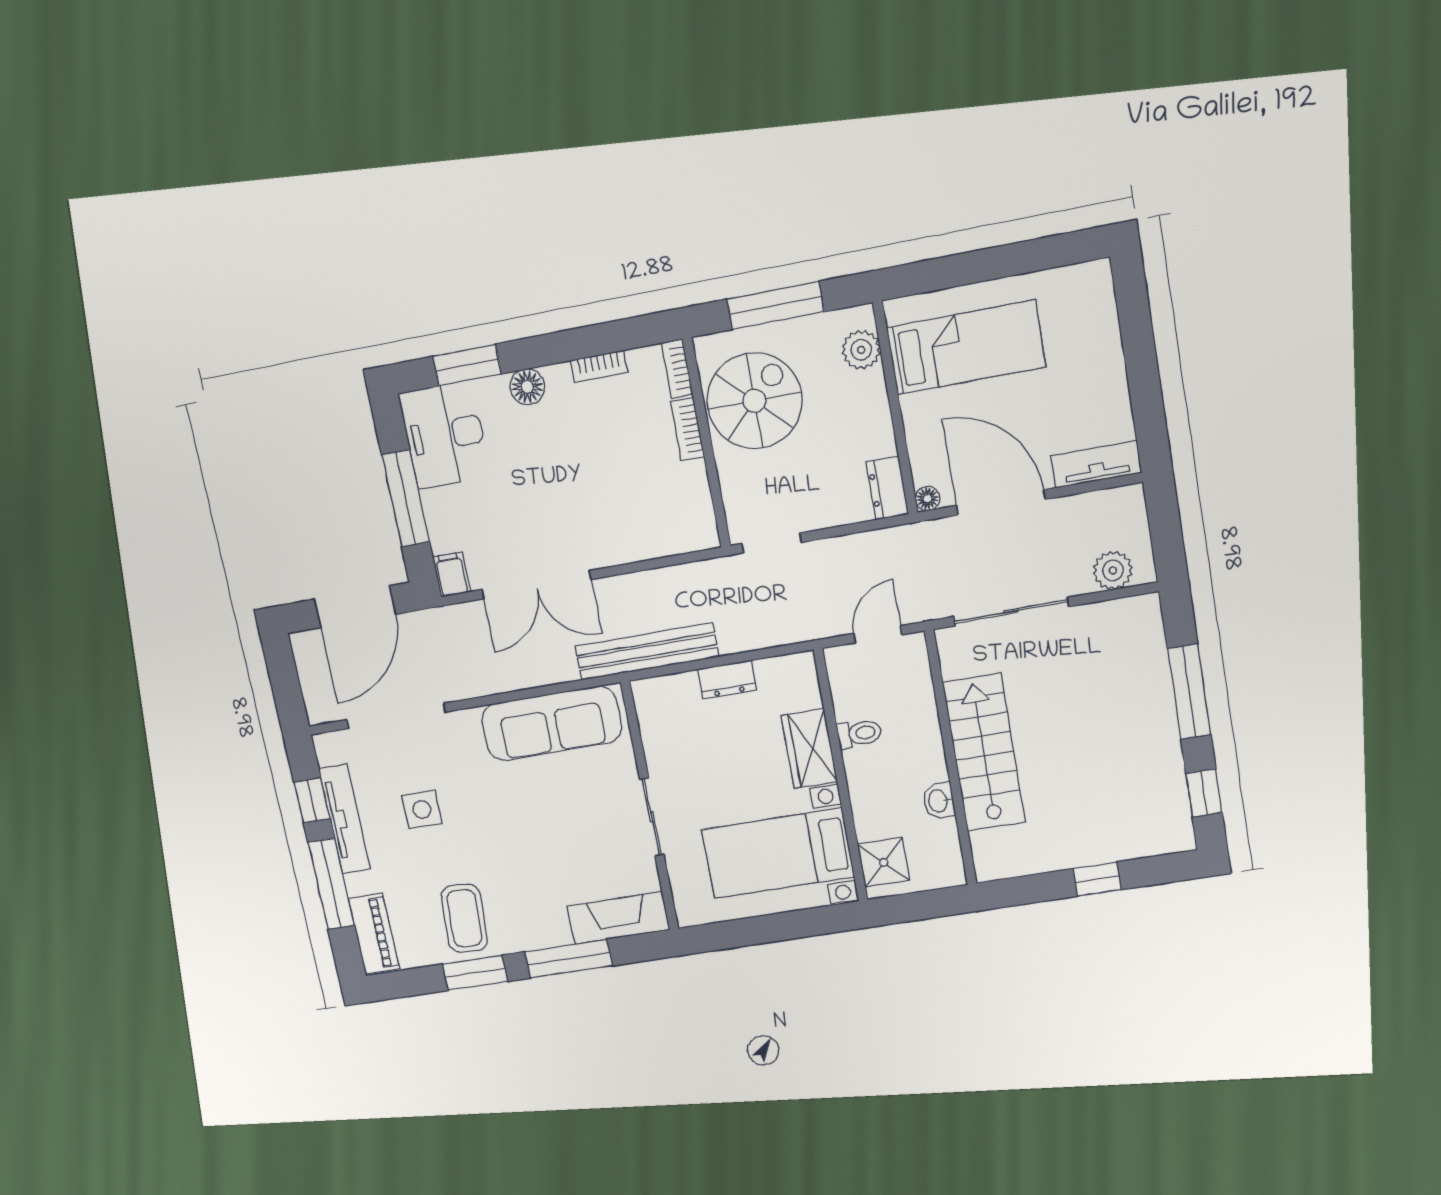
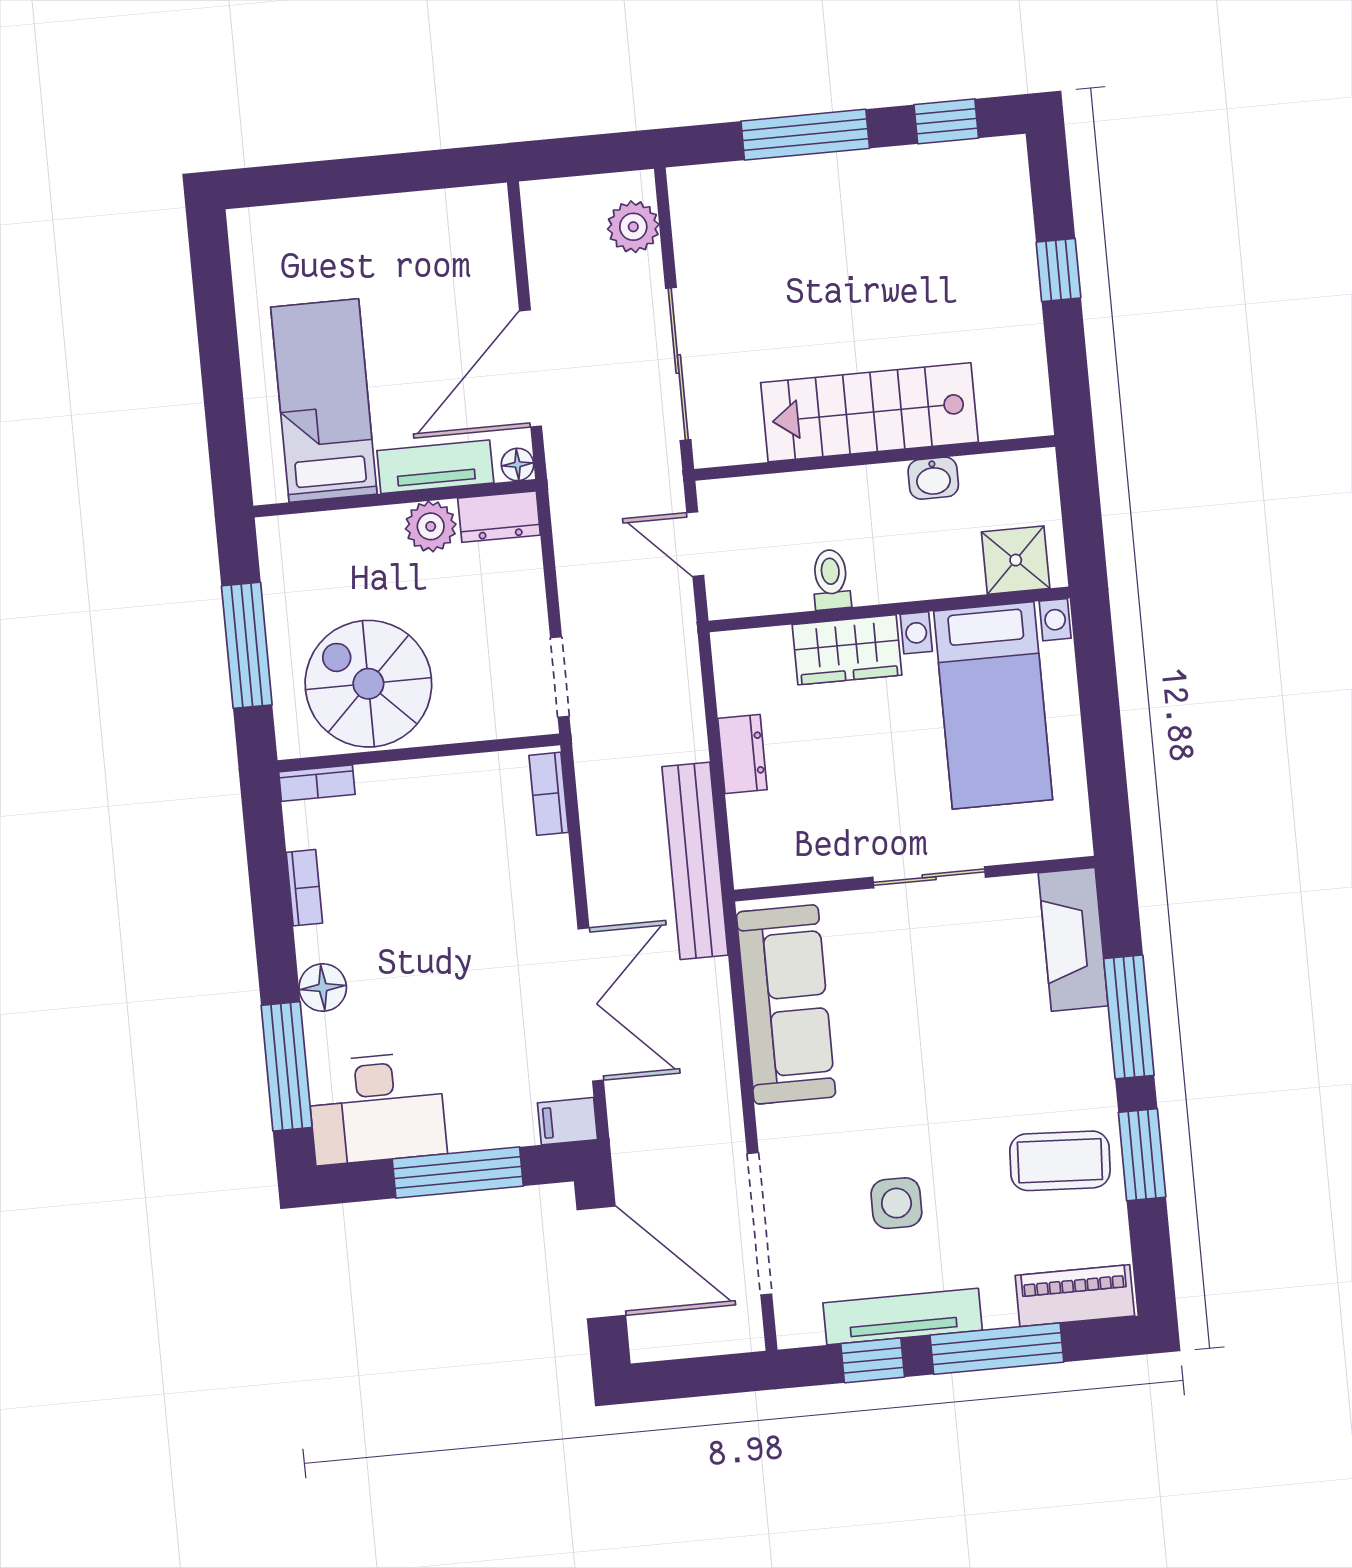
plant: (861, 350) -> (431, 526), moved
window: (467, 365) -> (287, 1066), width x1.44
bookcase: (687, 429) -> (549, 794), moved, turned 90
tv unit: (1096, 464) -> (435, 467), moved, turned 90

